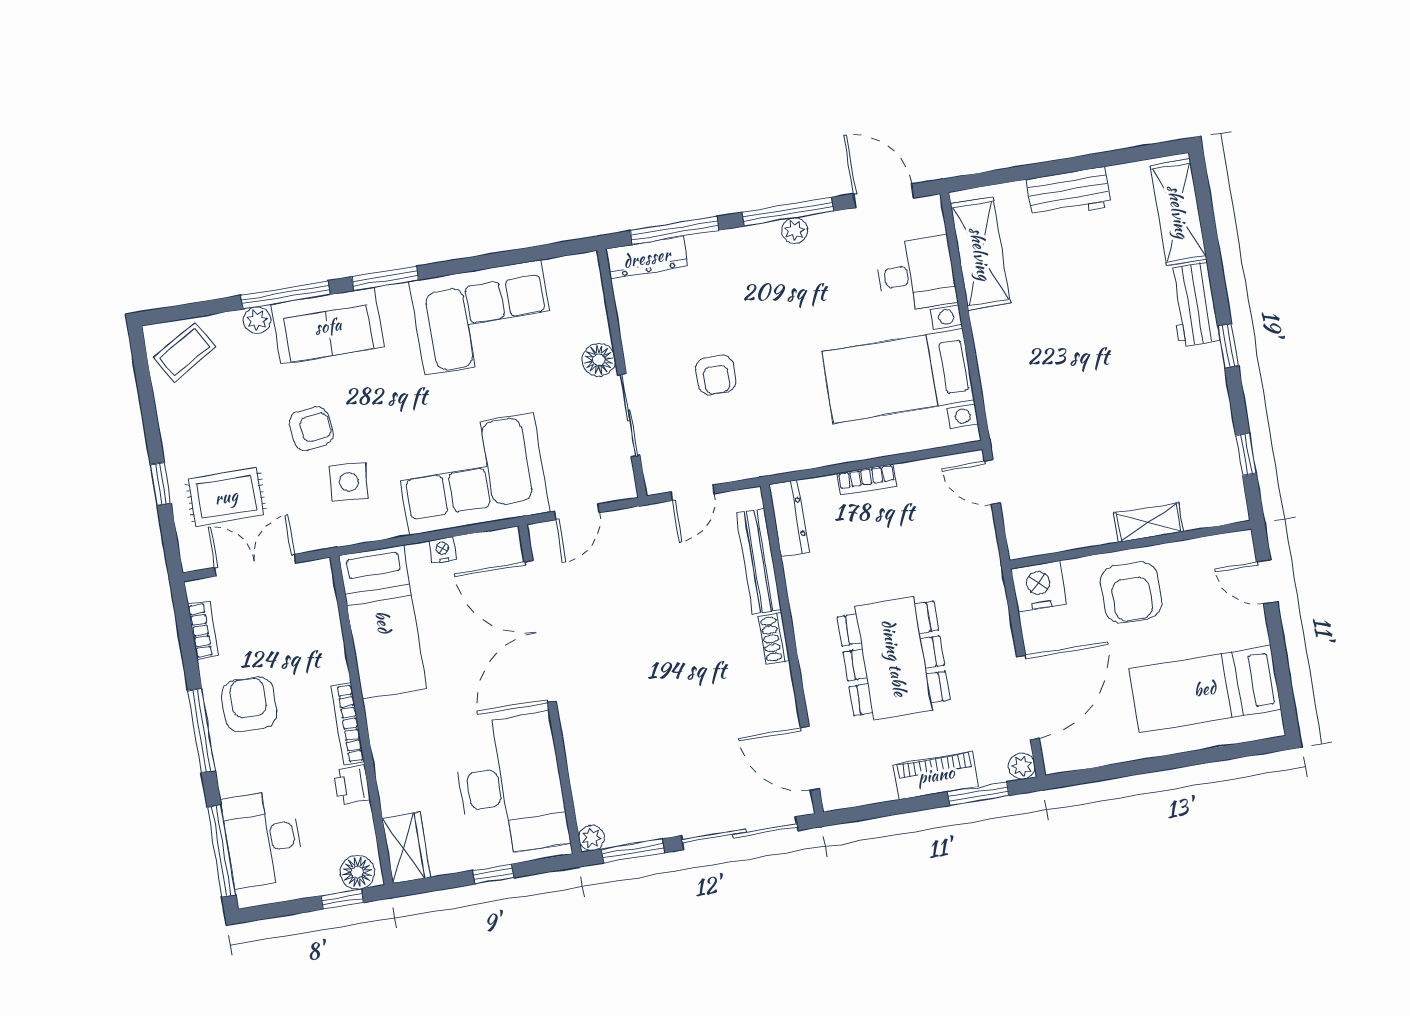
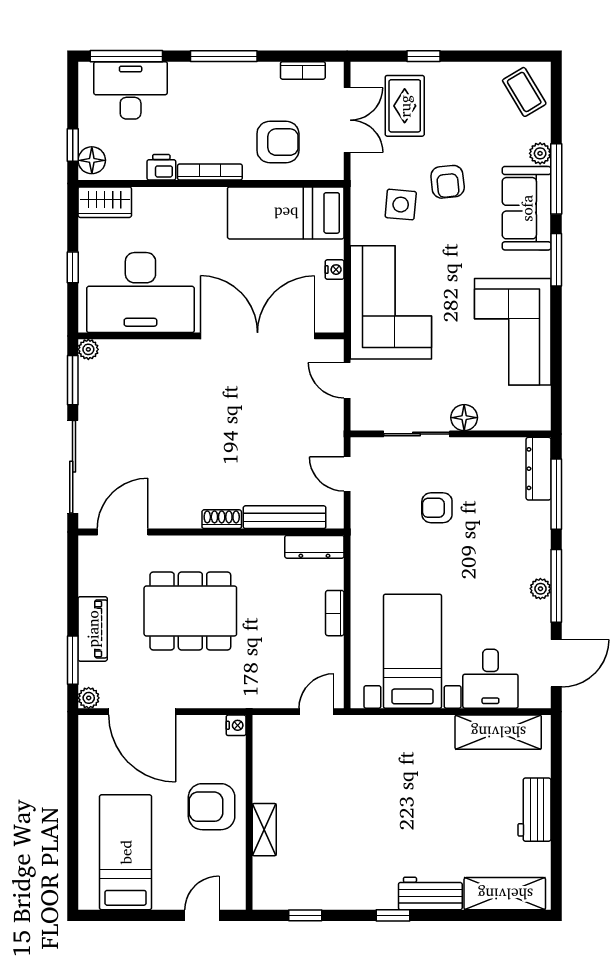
nightstand: (1038, 586) -> (236, 725), width x0.53, depth x0.56
armchair: (249, 704) -> (278, 142), moved

